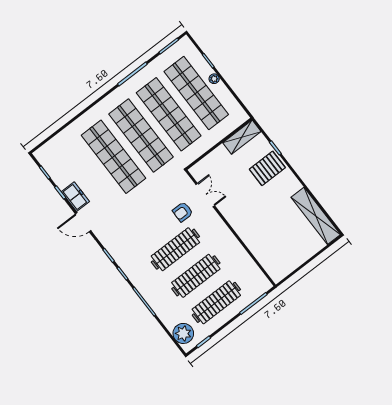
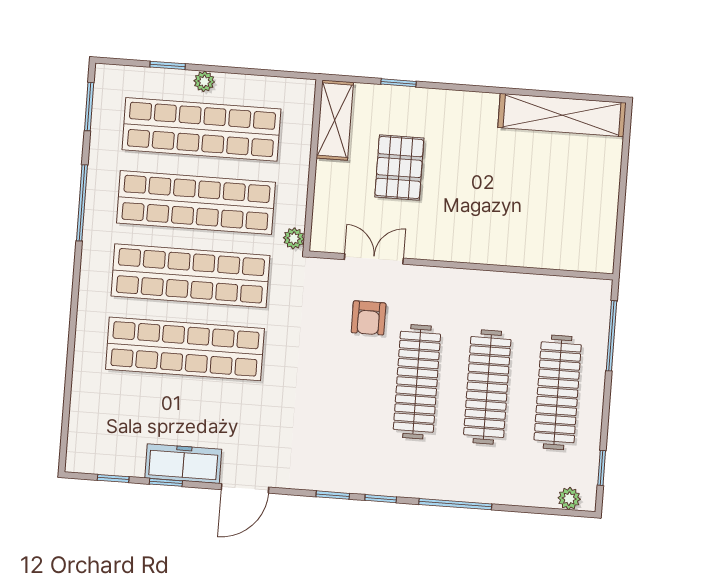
plant: (187, 160) -> (294, 238), added
pallet: (267, 168) -> (399, 168), moved
freezer: (75, 197) -> (183, 464), width x1.40
plant: (183, 333) -> (569, 499), width x0.53, depth x0.53

